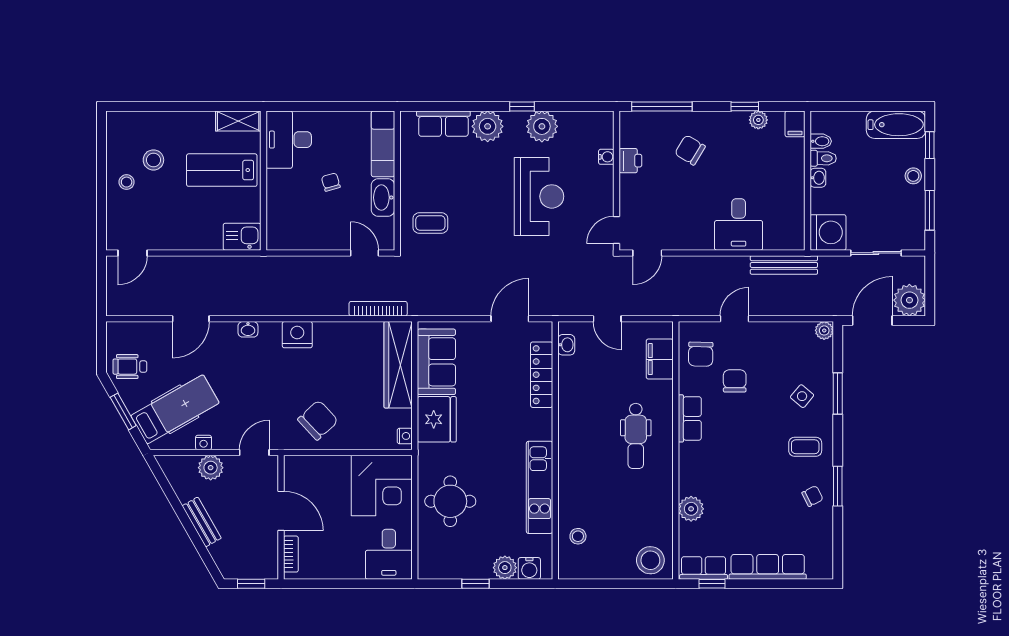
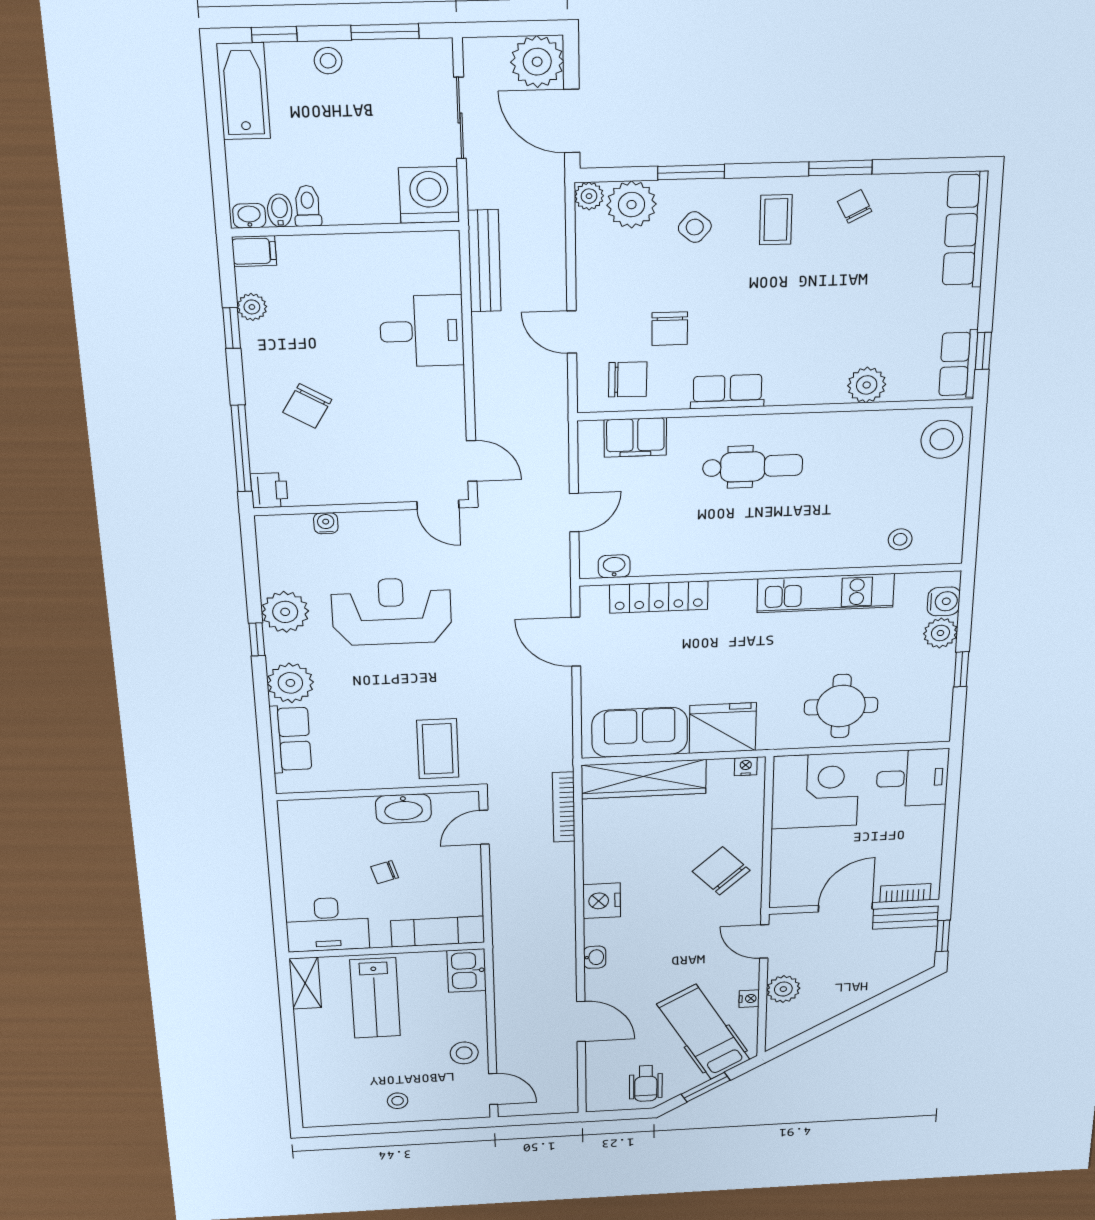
exam couch: (383, 144) -> (438, 932), moved, turned 180
stool: (153, 160) -> (464, 1053), moved
printer: (630, 161) -> (269, 490), moved, turned 90
washbasin: (818, 178) -> (249, 216), moved
coffee table: (430, 223) -> (438, 749), width x1.36, depth x1.30
plant: (818, 357) -> (632, 205), added
chair: (735, 381) -> (670, 329), turned -90
bench: (202, 522) -> (906, 918), moved, turned 30
row of seats: (768, 567) -> (965, 230), moved

